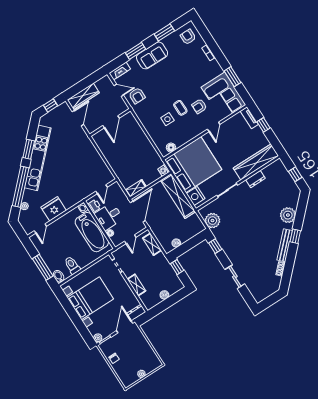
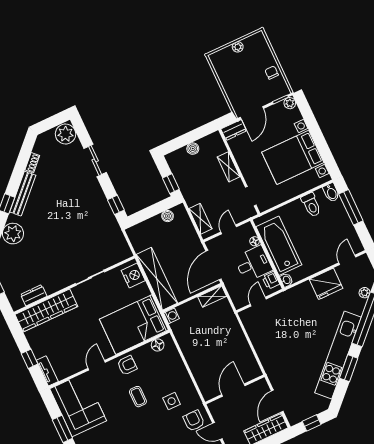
armchair: (199, 106) -> (127, 365), moved
side table: (167, 119) -> (172, 401), moved
bed: (193, 165) -> (134, 325), width x0.73
dresser: (255, 179) -> (34, 295), moved
plant: (212, 221) -> (66, 134), moved

